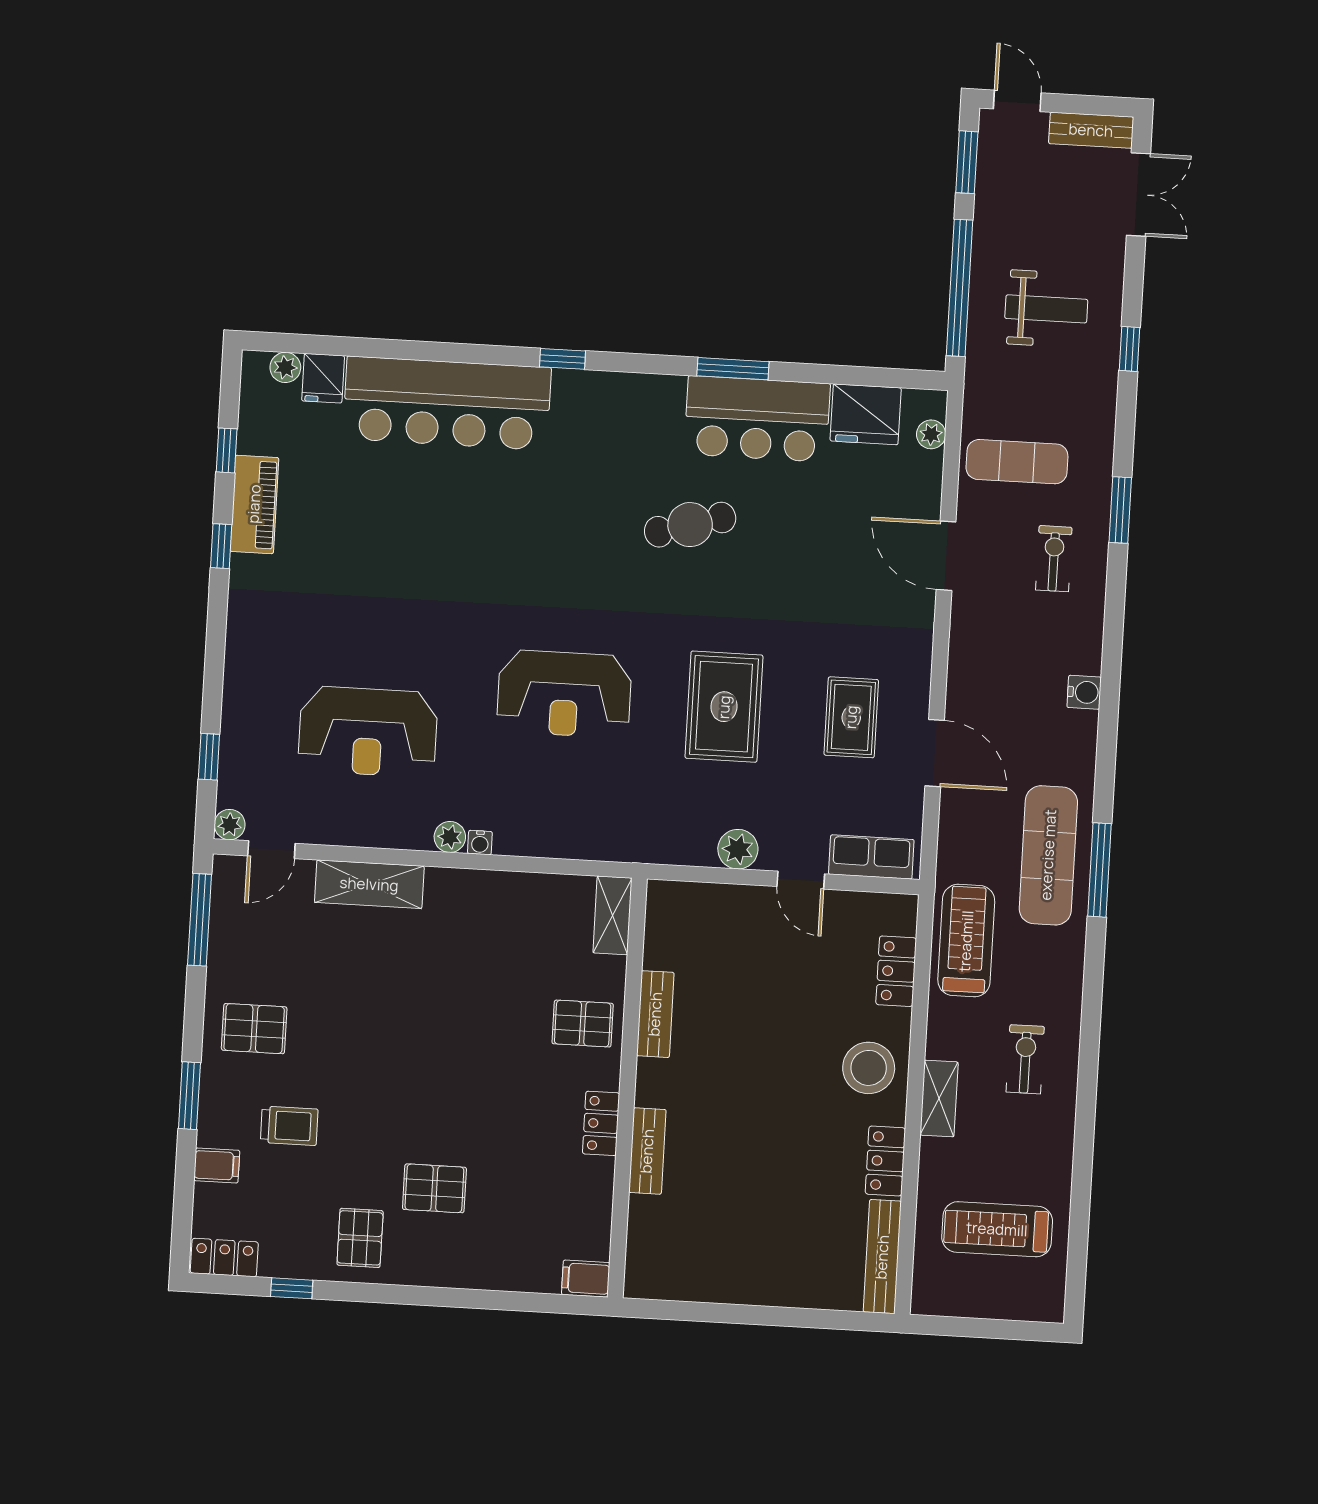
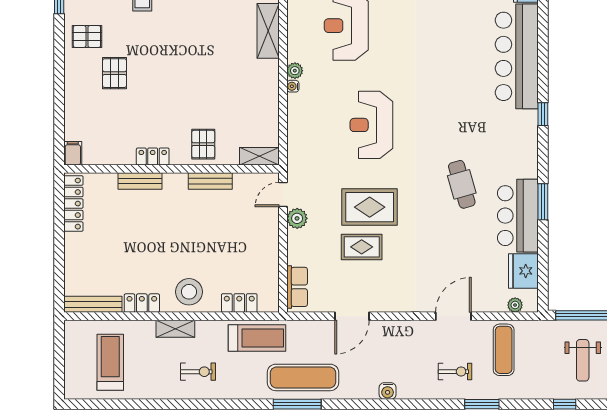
rug: (851, 717) -> (362, 247), moved
door: (801, 880) -> (283, 195), moved
locker: (684, 1283) -> (73, 204), added

